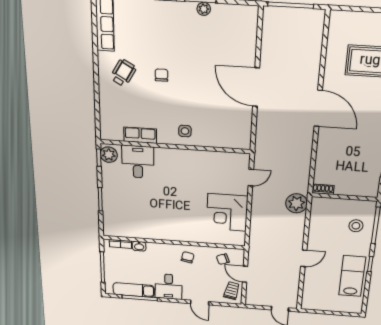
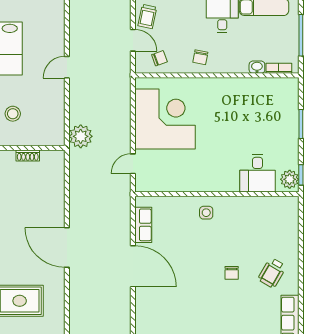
row of seats: (140, 135) -> (143, 225), moved, turned -90
shoe rack: (323, 189) -> (28, 156), moved
corner desk: (227, 212) -> (165, 119), width x1.36, depth x1.36

